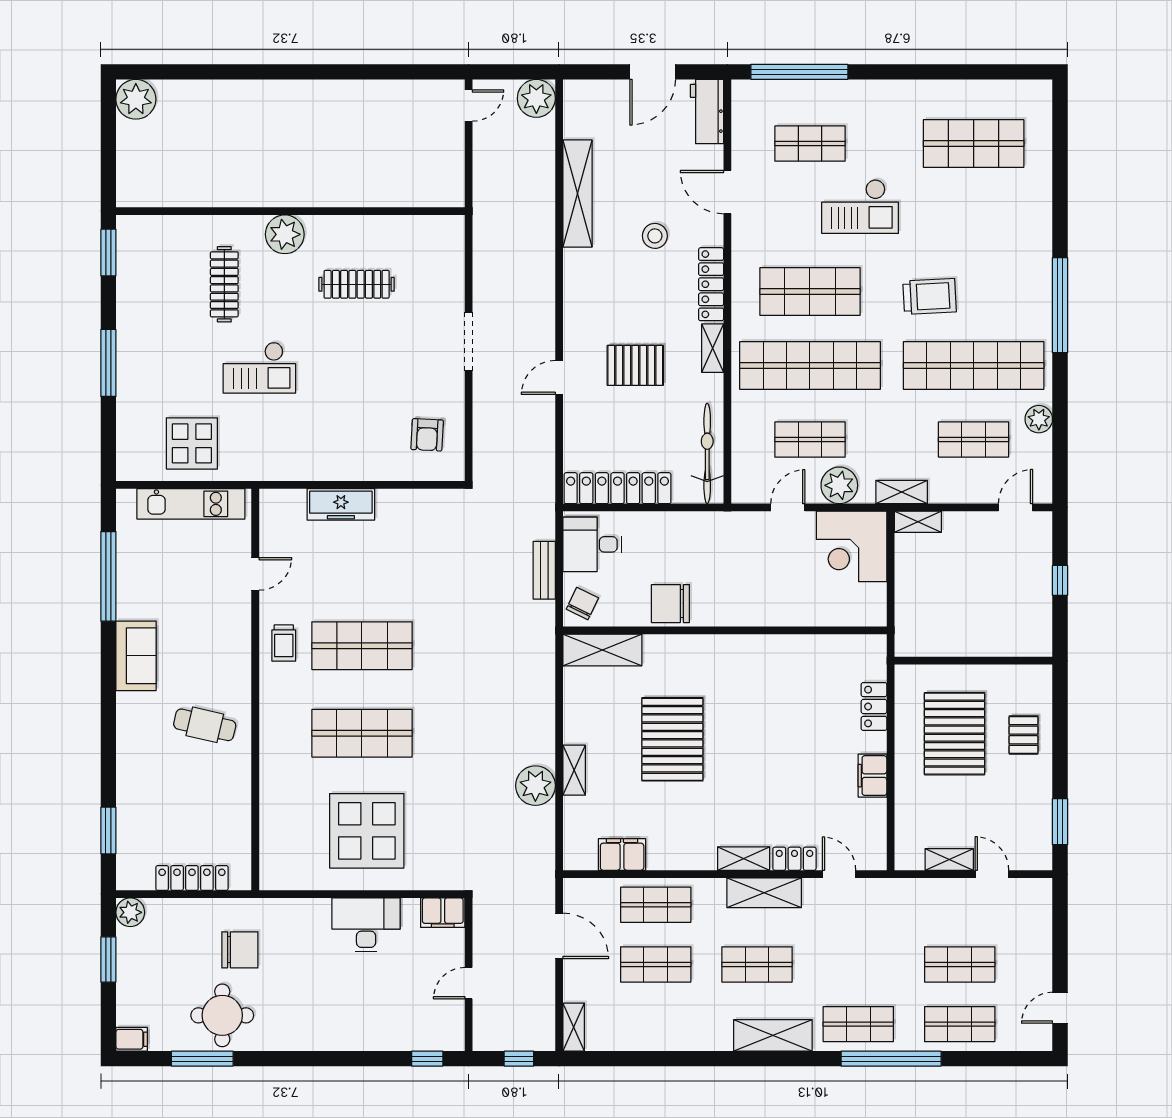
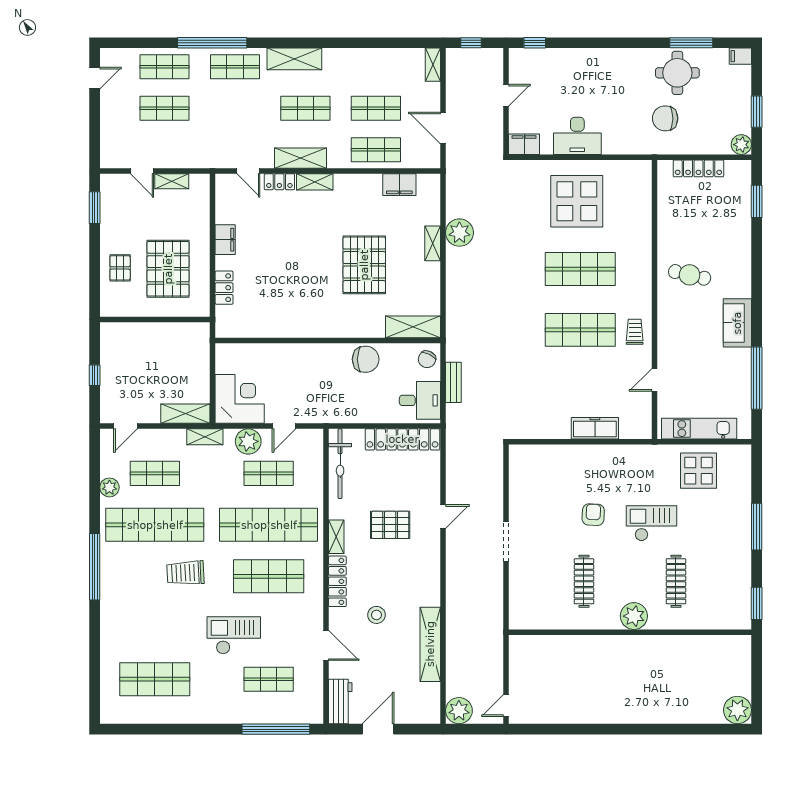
clothes rail: (357, 284) -> (584, 581), turned 90
armchair: (427, 435) -> (593, 515), moved
shelving: (918, 522) -> (185, 414), width x1.50, depth x1.33

